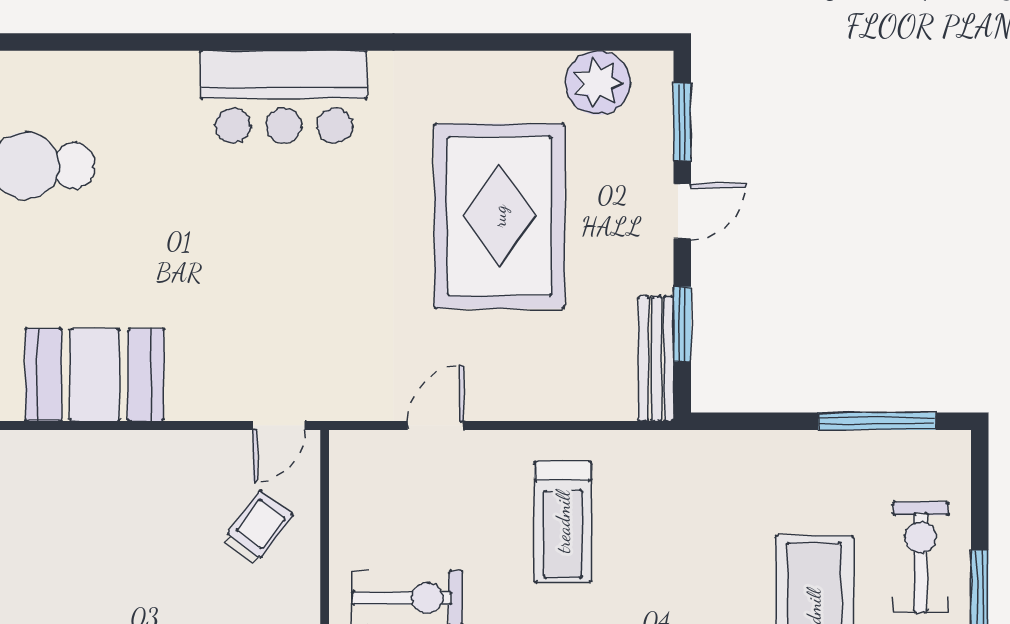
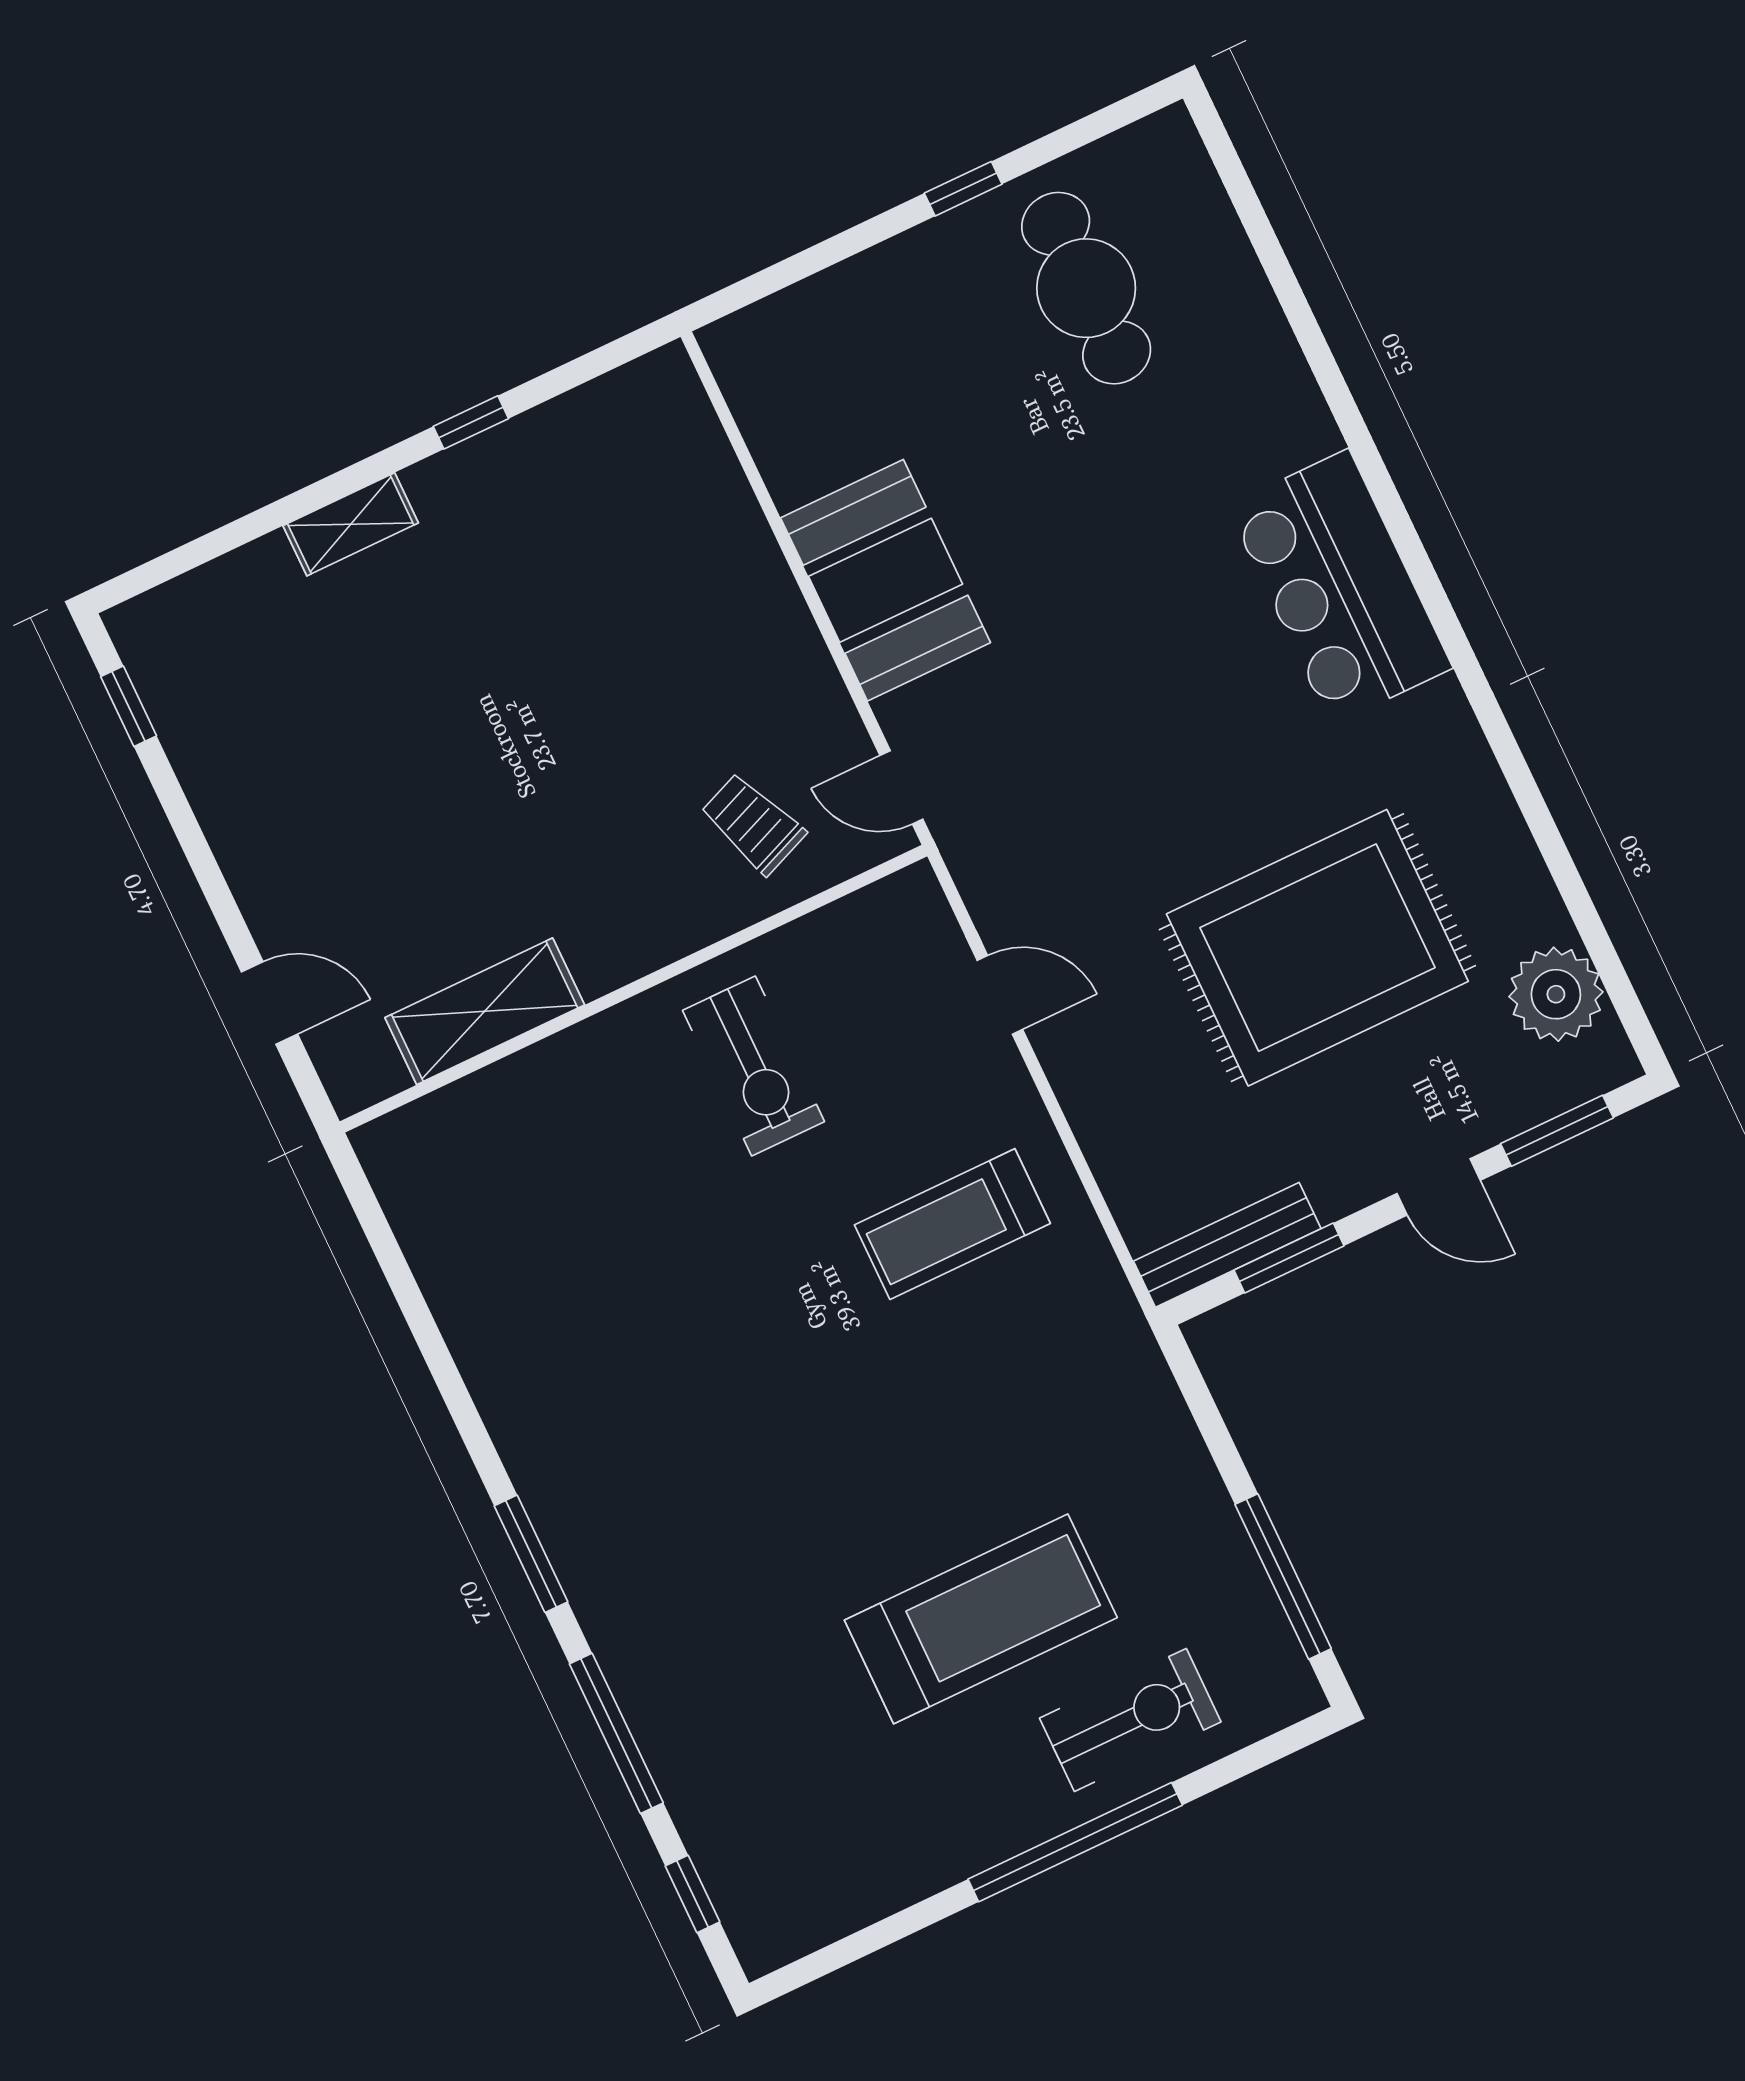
booth: (95, 375) -> (885, 580), moved
trolley: (258, 528) -> (753, 824), turned -149

